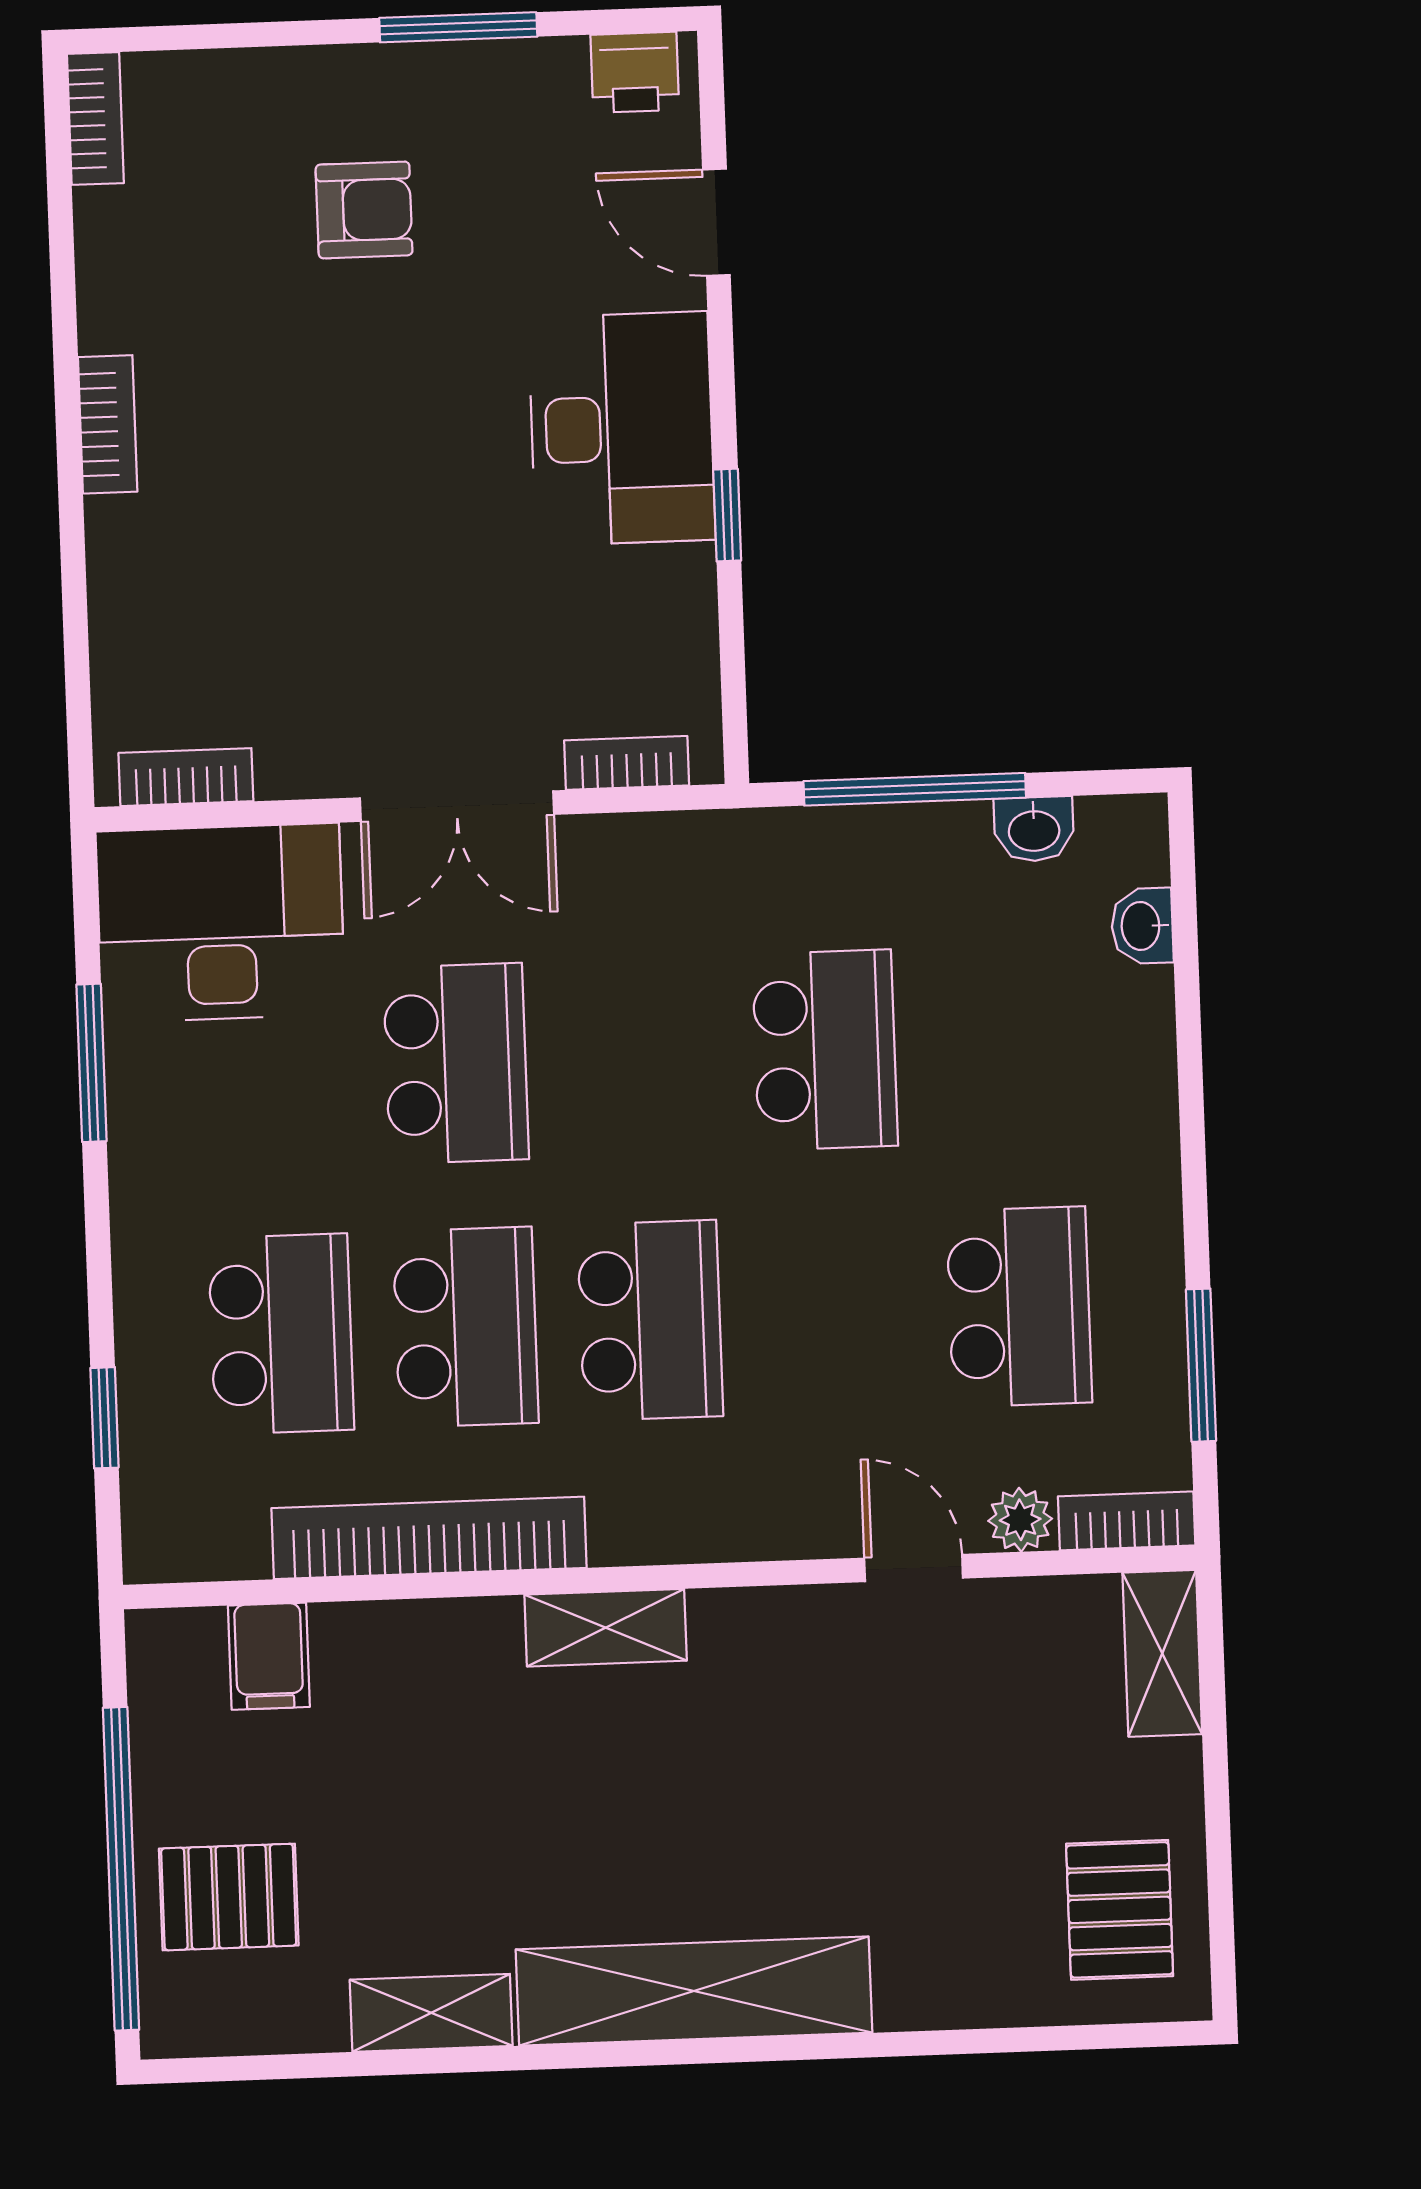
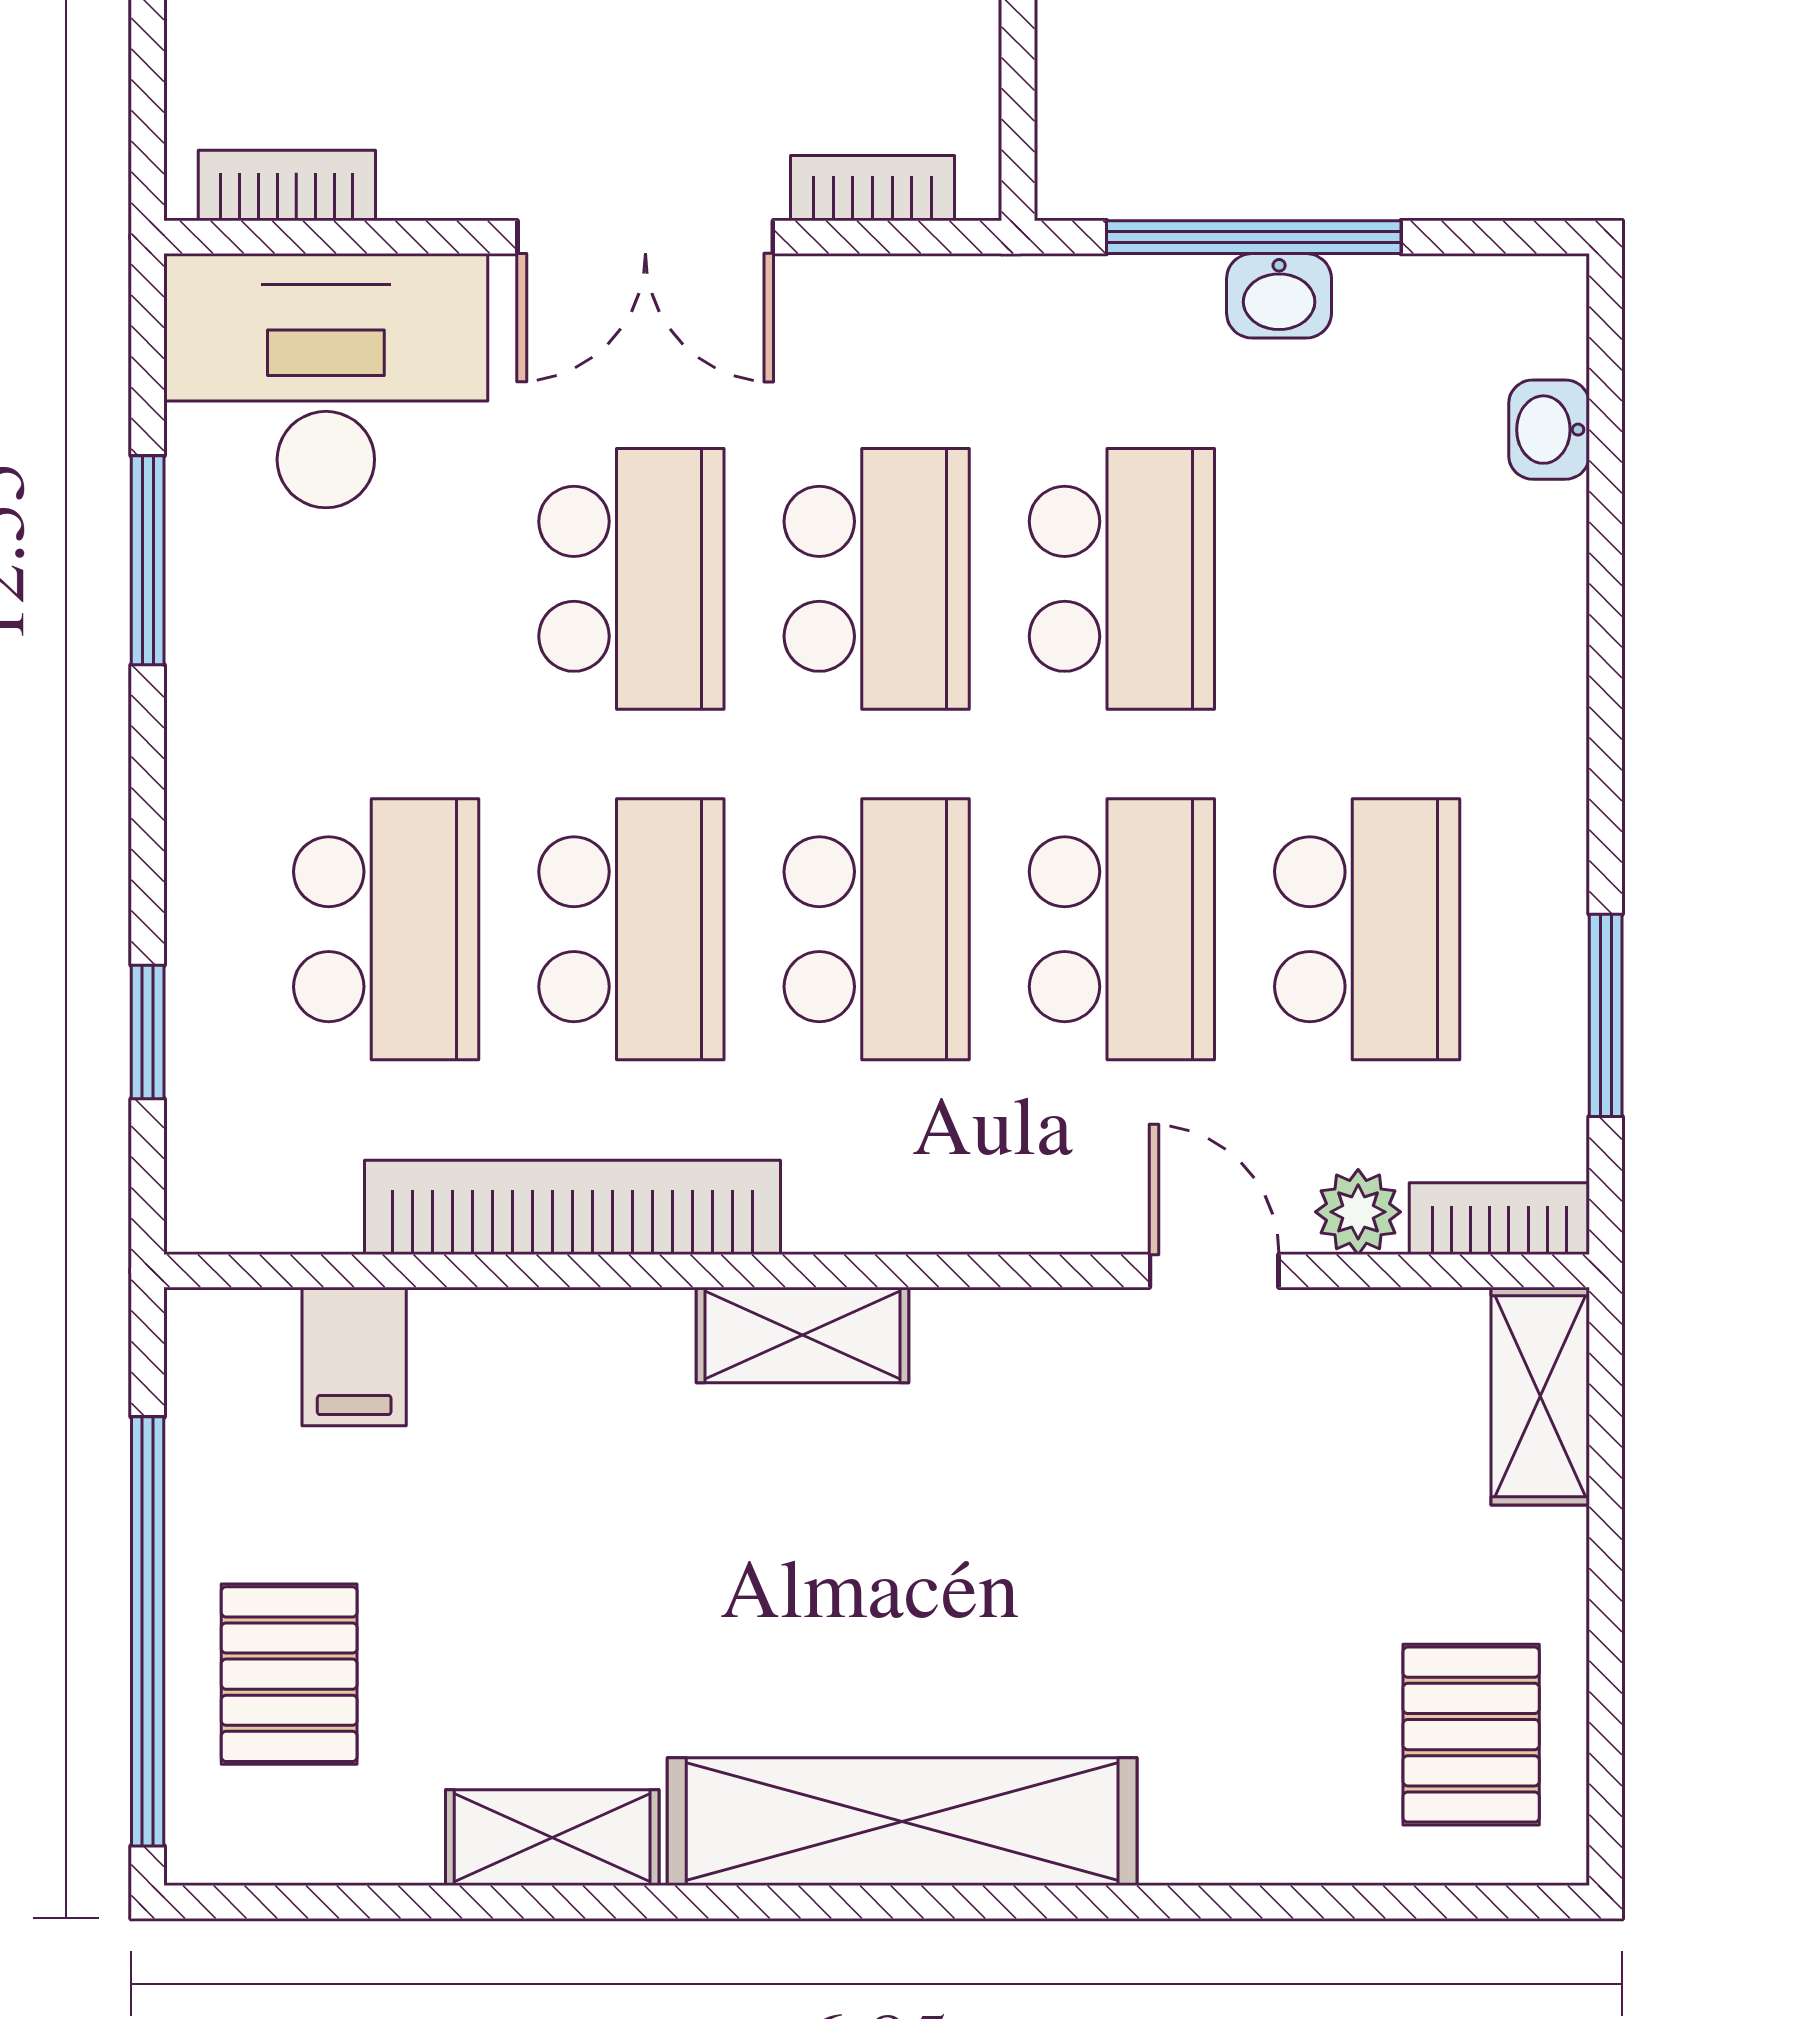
washbasin: (1034, 829) -> (1279, 296), moved
school desk: (640, 1057) -> (877, 579), added
school desk: (835, 1314) -> (1122, 929), added
pallet: (229, 1897) -> (289, 1674), turned 90

